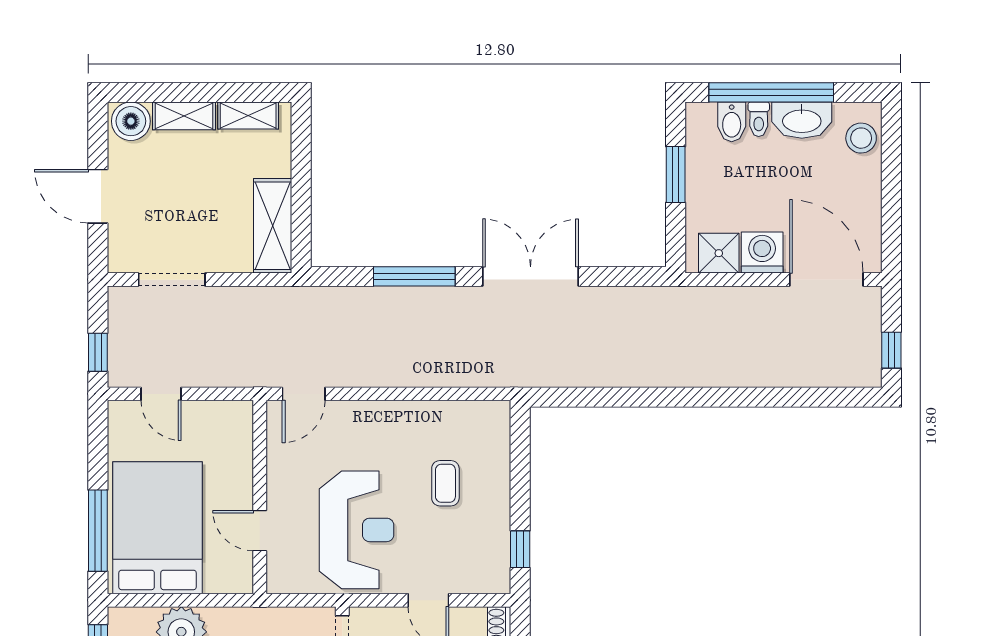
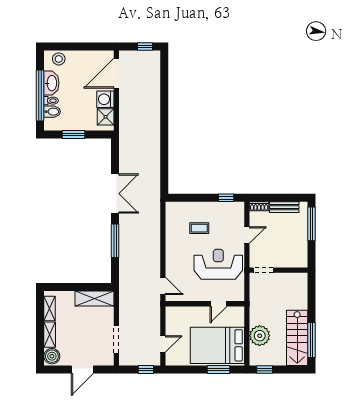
double door: (531, 276) -> (115, 194), swing flipped
window: (98, 531) -> (219, 370), width x0.69

